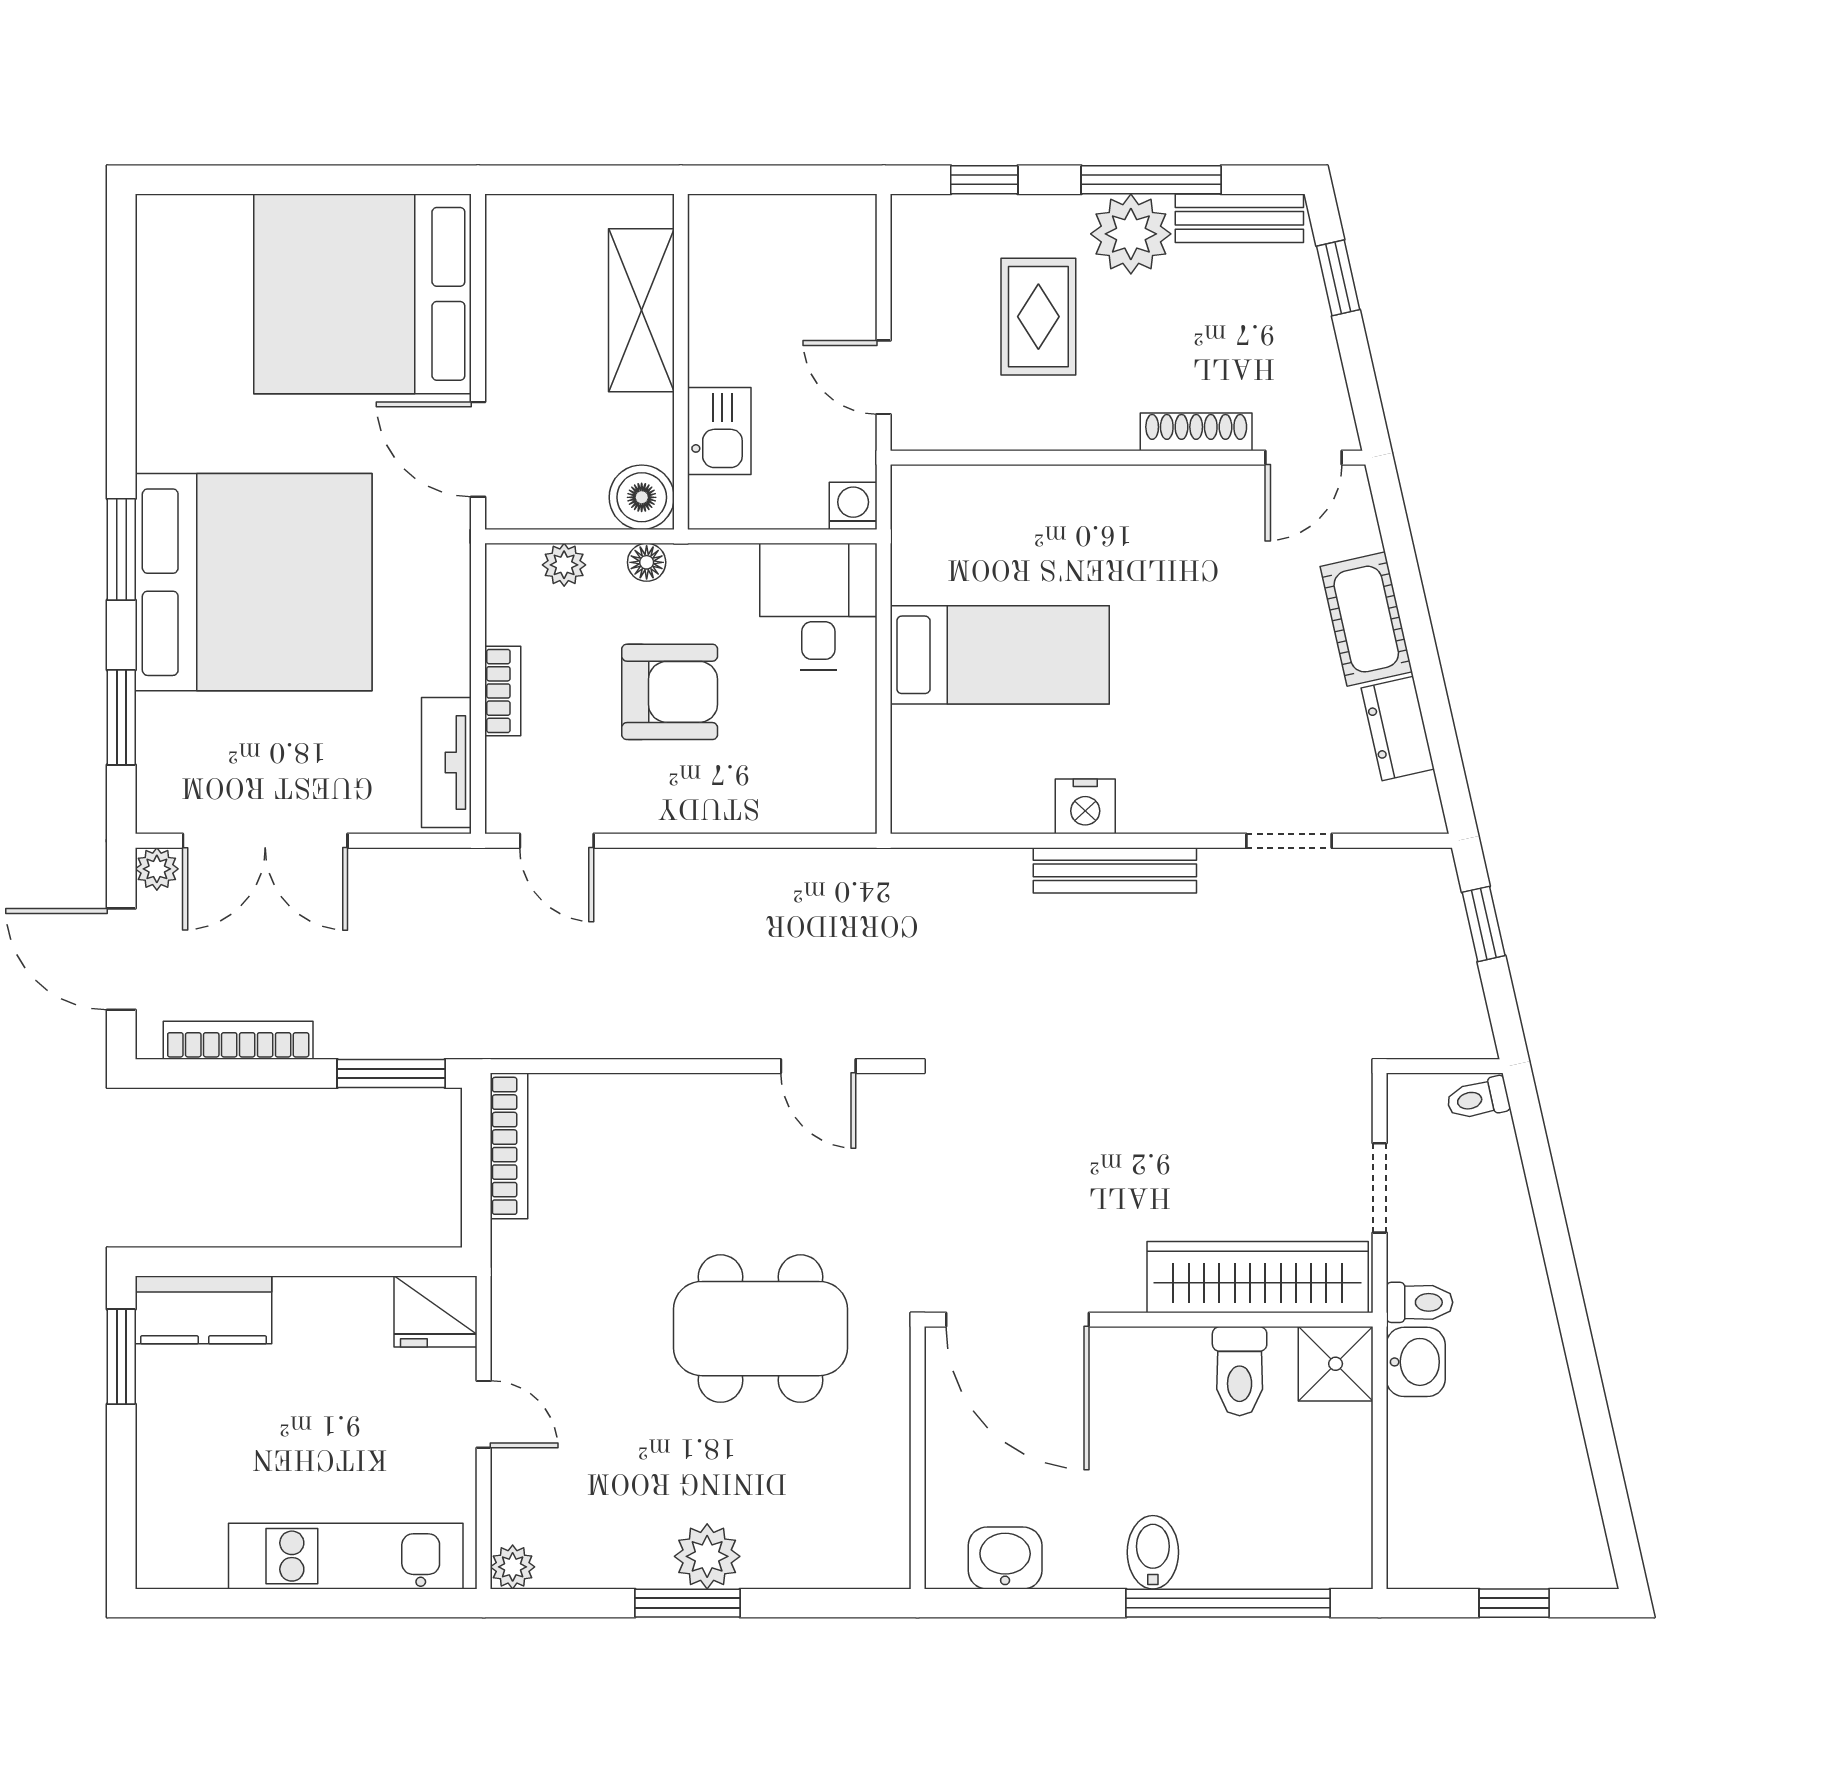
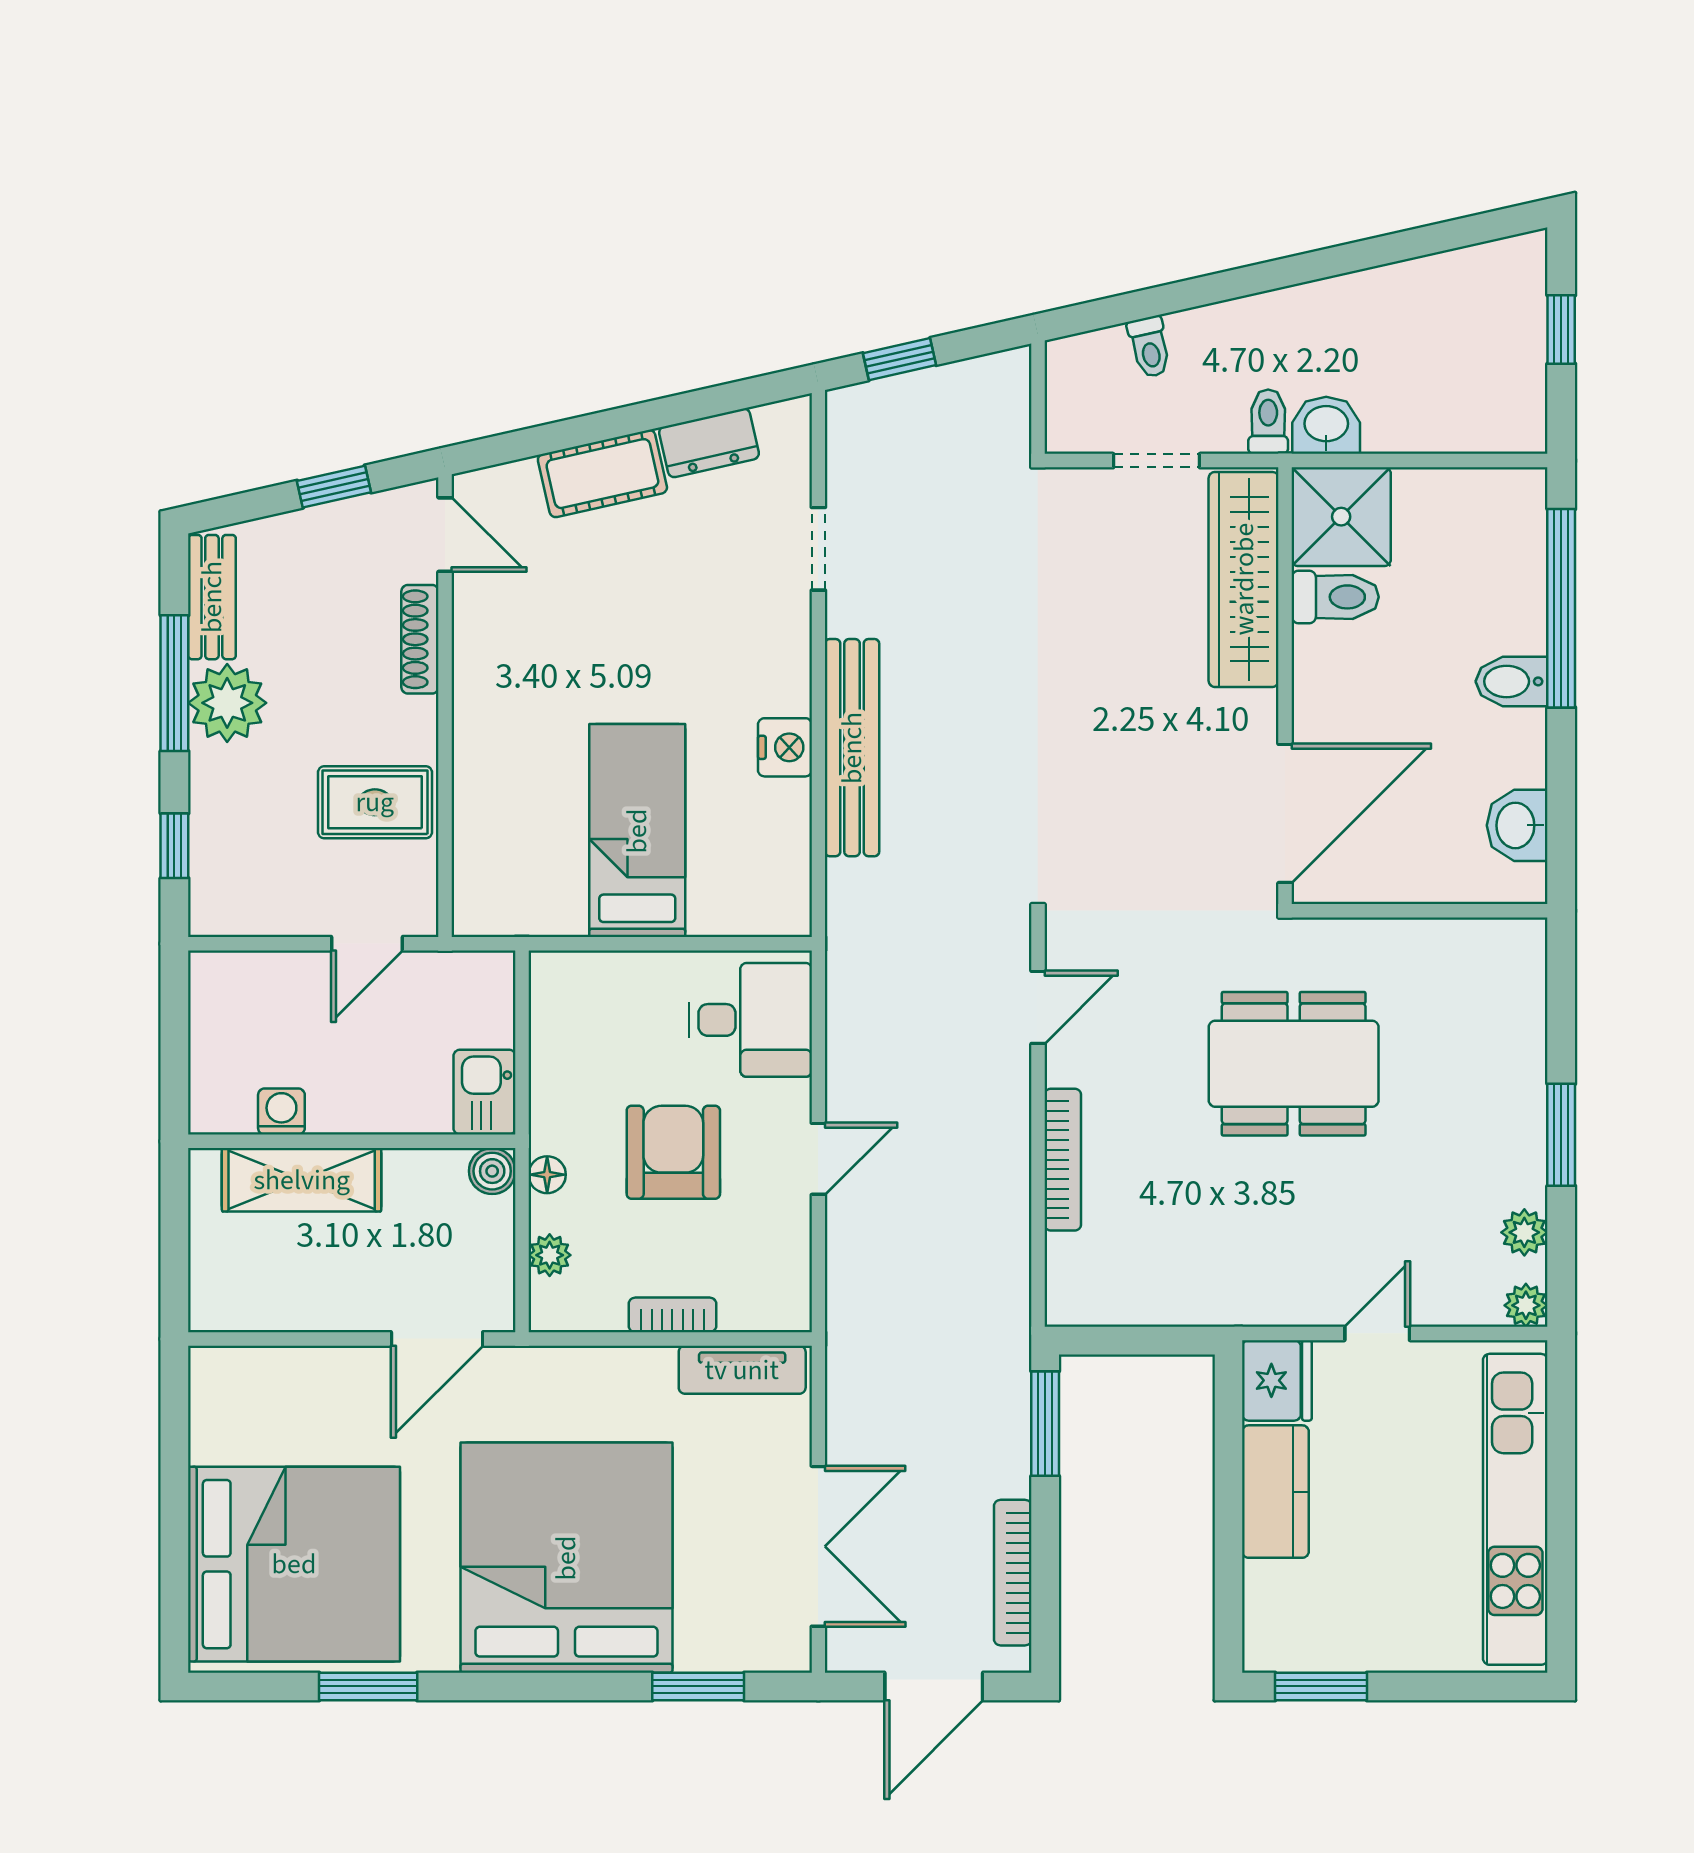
window: (1338, 278) -> (334, 487), moved
bed: (363, 294) -> (294, 1564), moved, turned -90
rug: (1038, 317) -> (375, 802), moved
kitchen sink: (719, 431) -> (484, 1092), moved, turned -90
boiler: (642, 497) -> (492, 1171), width x0.73, depth x0.73
washing machine: (853, 506) -> (281, 1112), moved, turned 90
window: (121, 549) -> (368, 1686), moved
desk: (818, 606) -> (750, 1020), moved, turned 180
door: (557, 841) -> (818, 1159), moved
plant: (157, 869) -> (846, 1652), removed
bench: (1115, 870) -> (852, 748), width x1.37, depth x1.21
toilet: (1478, 1099) -> (1149, 347), moved
bookcase: (509, 1146) -> (1063, 1160), moved, turned 90
kitchen counter: (204, 1310) -> (1275, 1492), moved
dining table: (760, 1329) -> (1294, 1064), turned 90
shower: (1336, 1364) -> (1341, 517), width x1.36, depth x1.36
kitchen unit: (346, 1556) -> (1515, 1509), width x1.36
plant: (707, 1556) -> (1524, 1232), moved, width x0.73, depth x0.73

